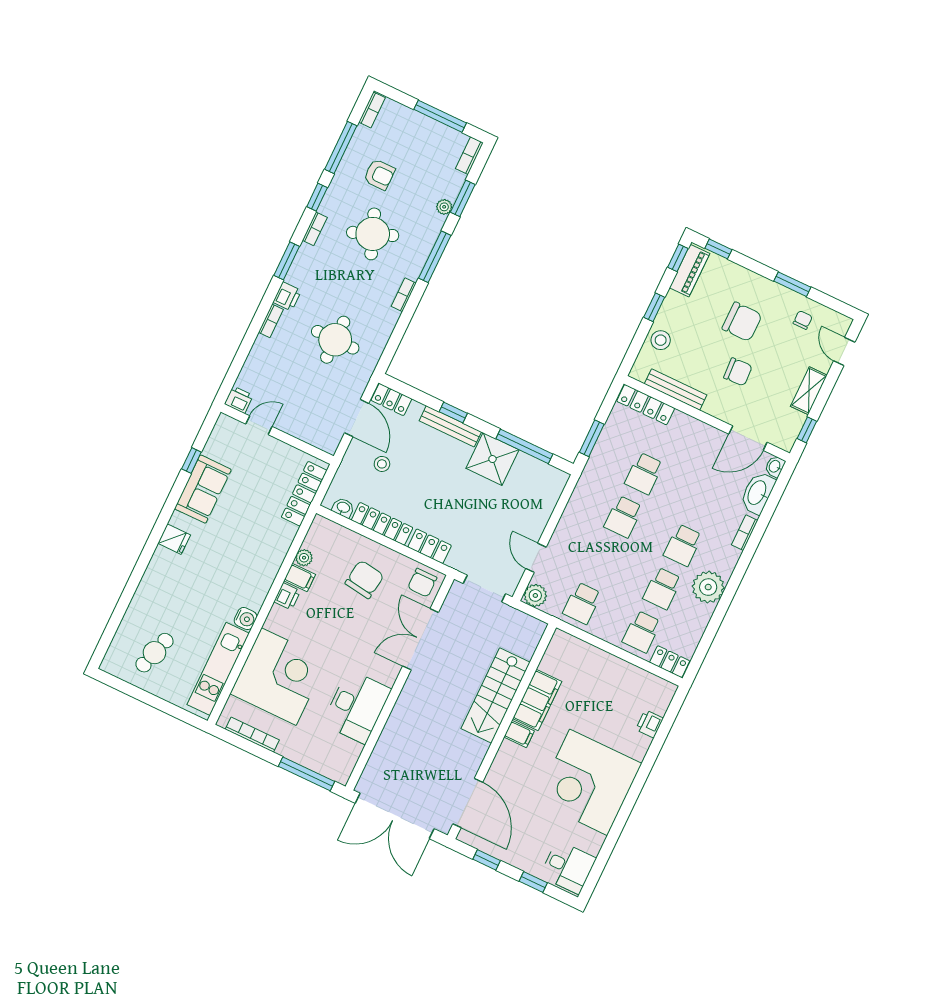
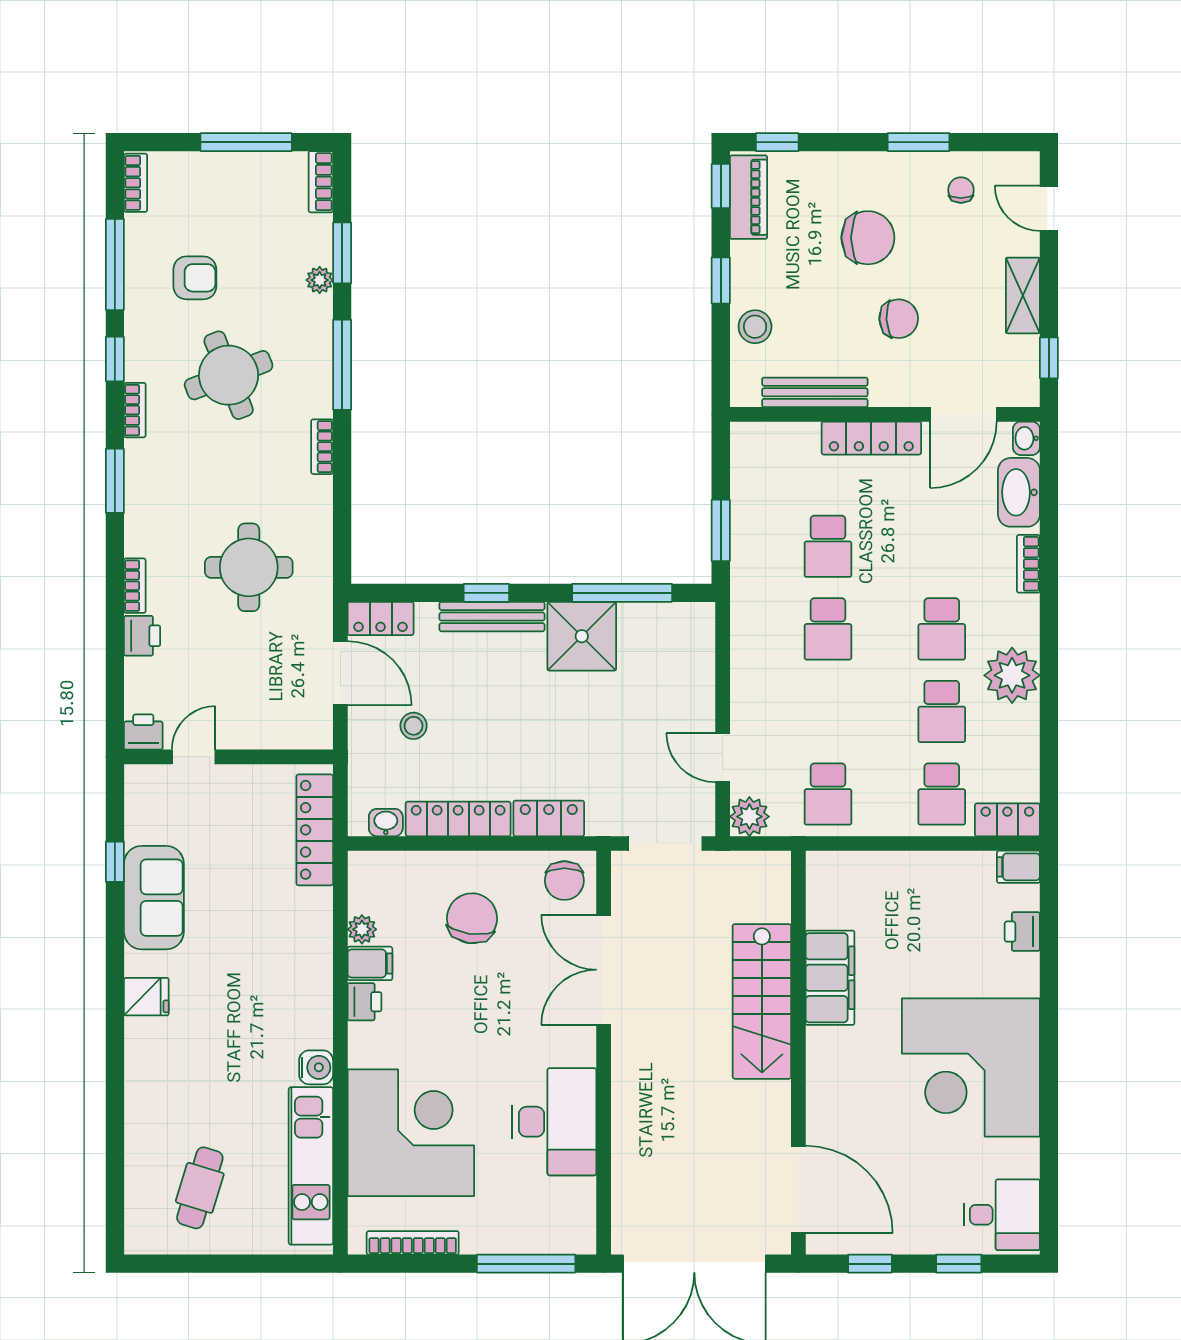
printer: (287, 296) -> (142, 636), moved
locker: (646, 405) -> (871, 438), moved
filing cabinet: (519, 734) -> (1018, 867), moved, turned 180

